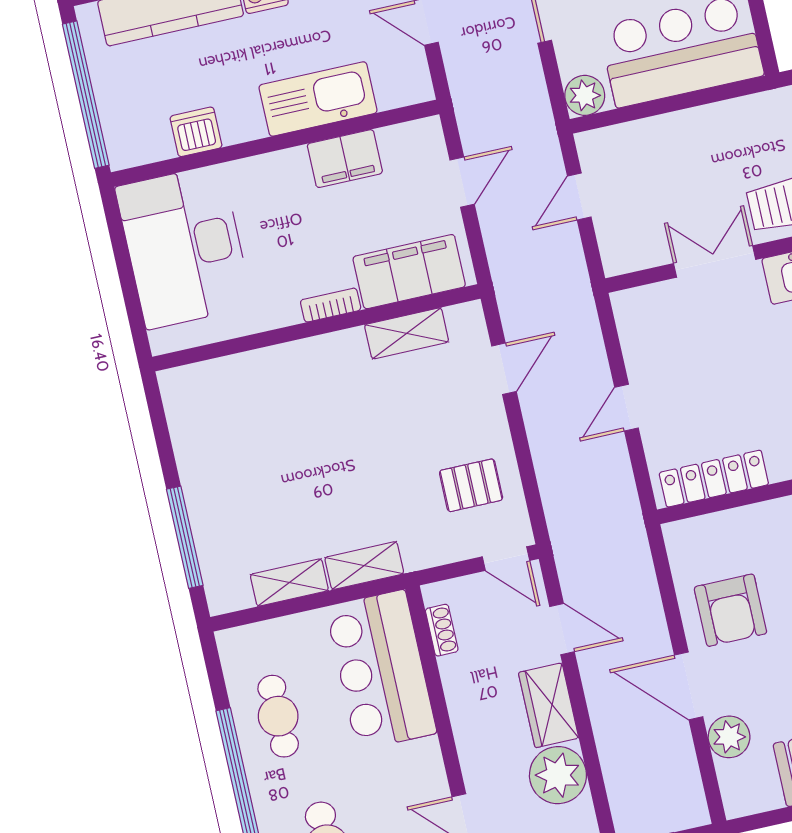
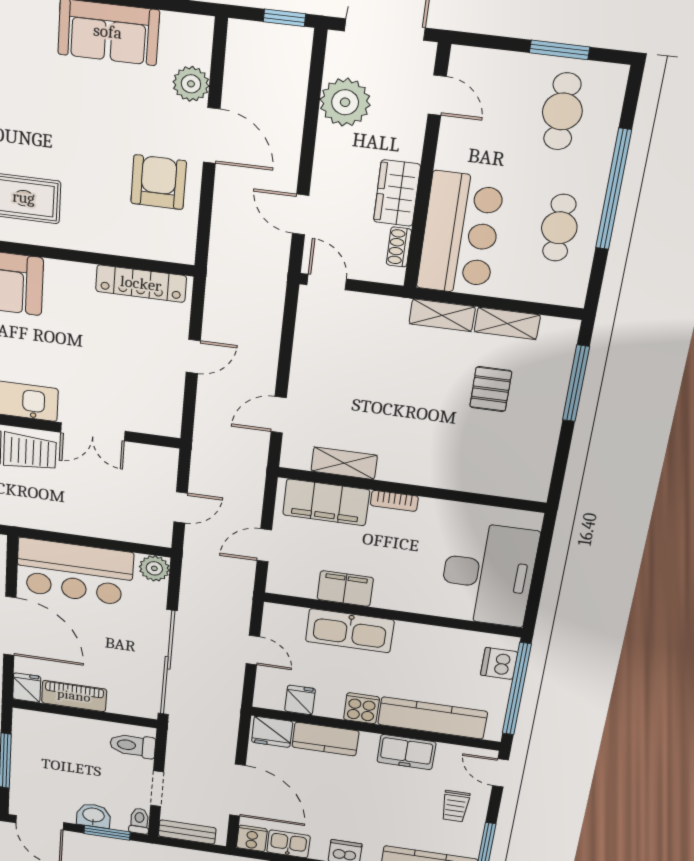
dishwasher: (196, 132) -> (499, 663), moved, turned 90
pallet: (471, 485) -> (491, 389), moved, turned 90
wardrobe: (549, 705) -> (397, 193), moved, turned 180

